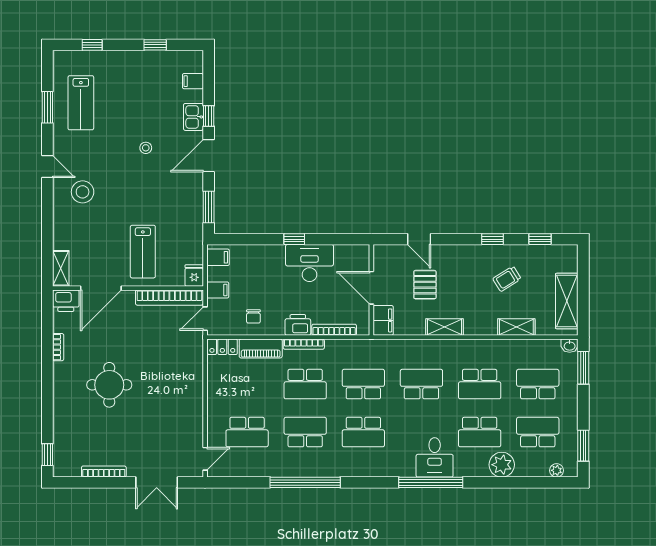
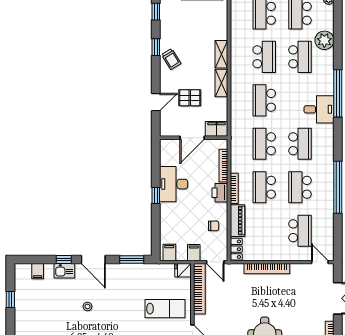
trolley: (507, 279) -> (171, 59), moved
shelving: (516, 327) -> (221, 54), moved
school desk: (305, 384) -> (264, 187), turned 180
bookcase: (196, 388) -> (267, 269), added
desk: (435, 457) -> (319, 109), moved

